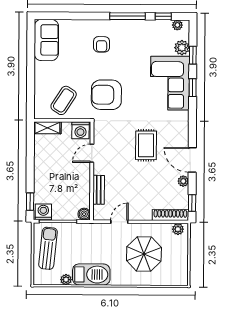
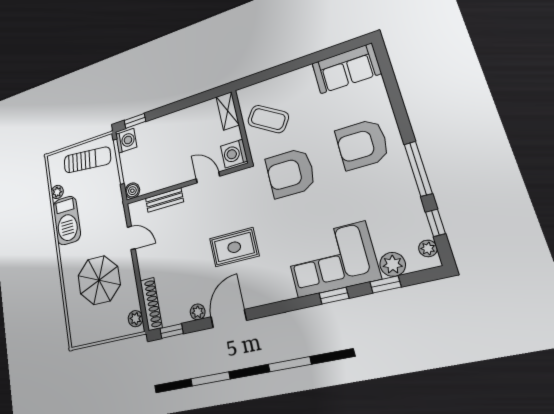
armchair: (102, 44) -> (362, 144), width x1.88, depth x1.88
armchair: (106, 95) -> (290, 173), turned -90

